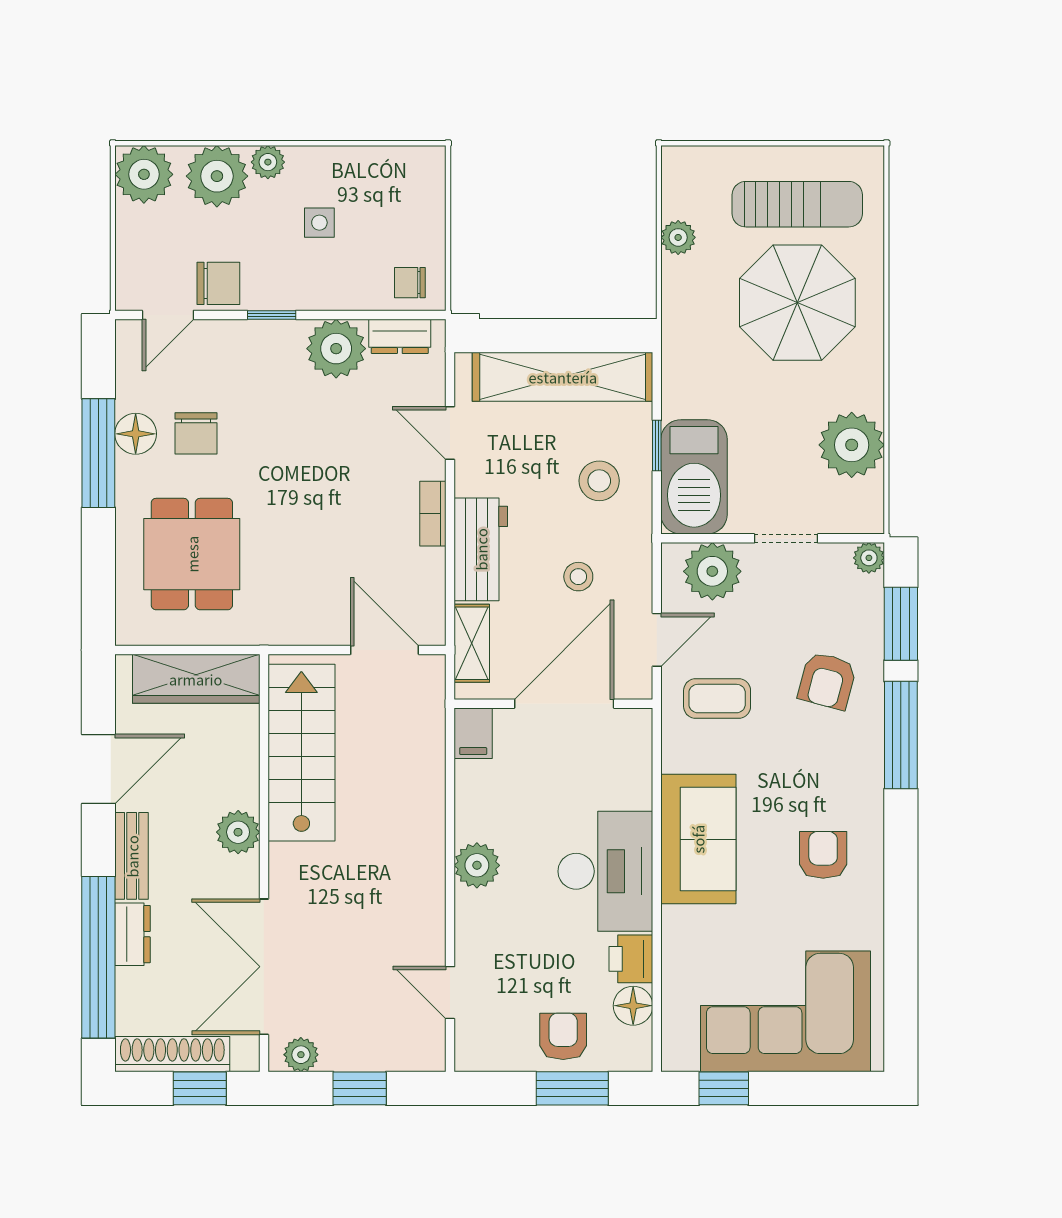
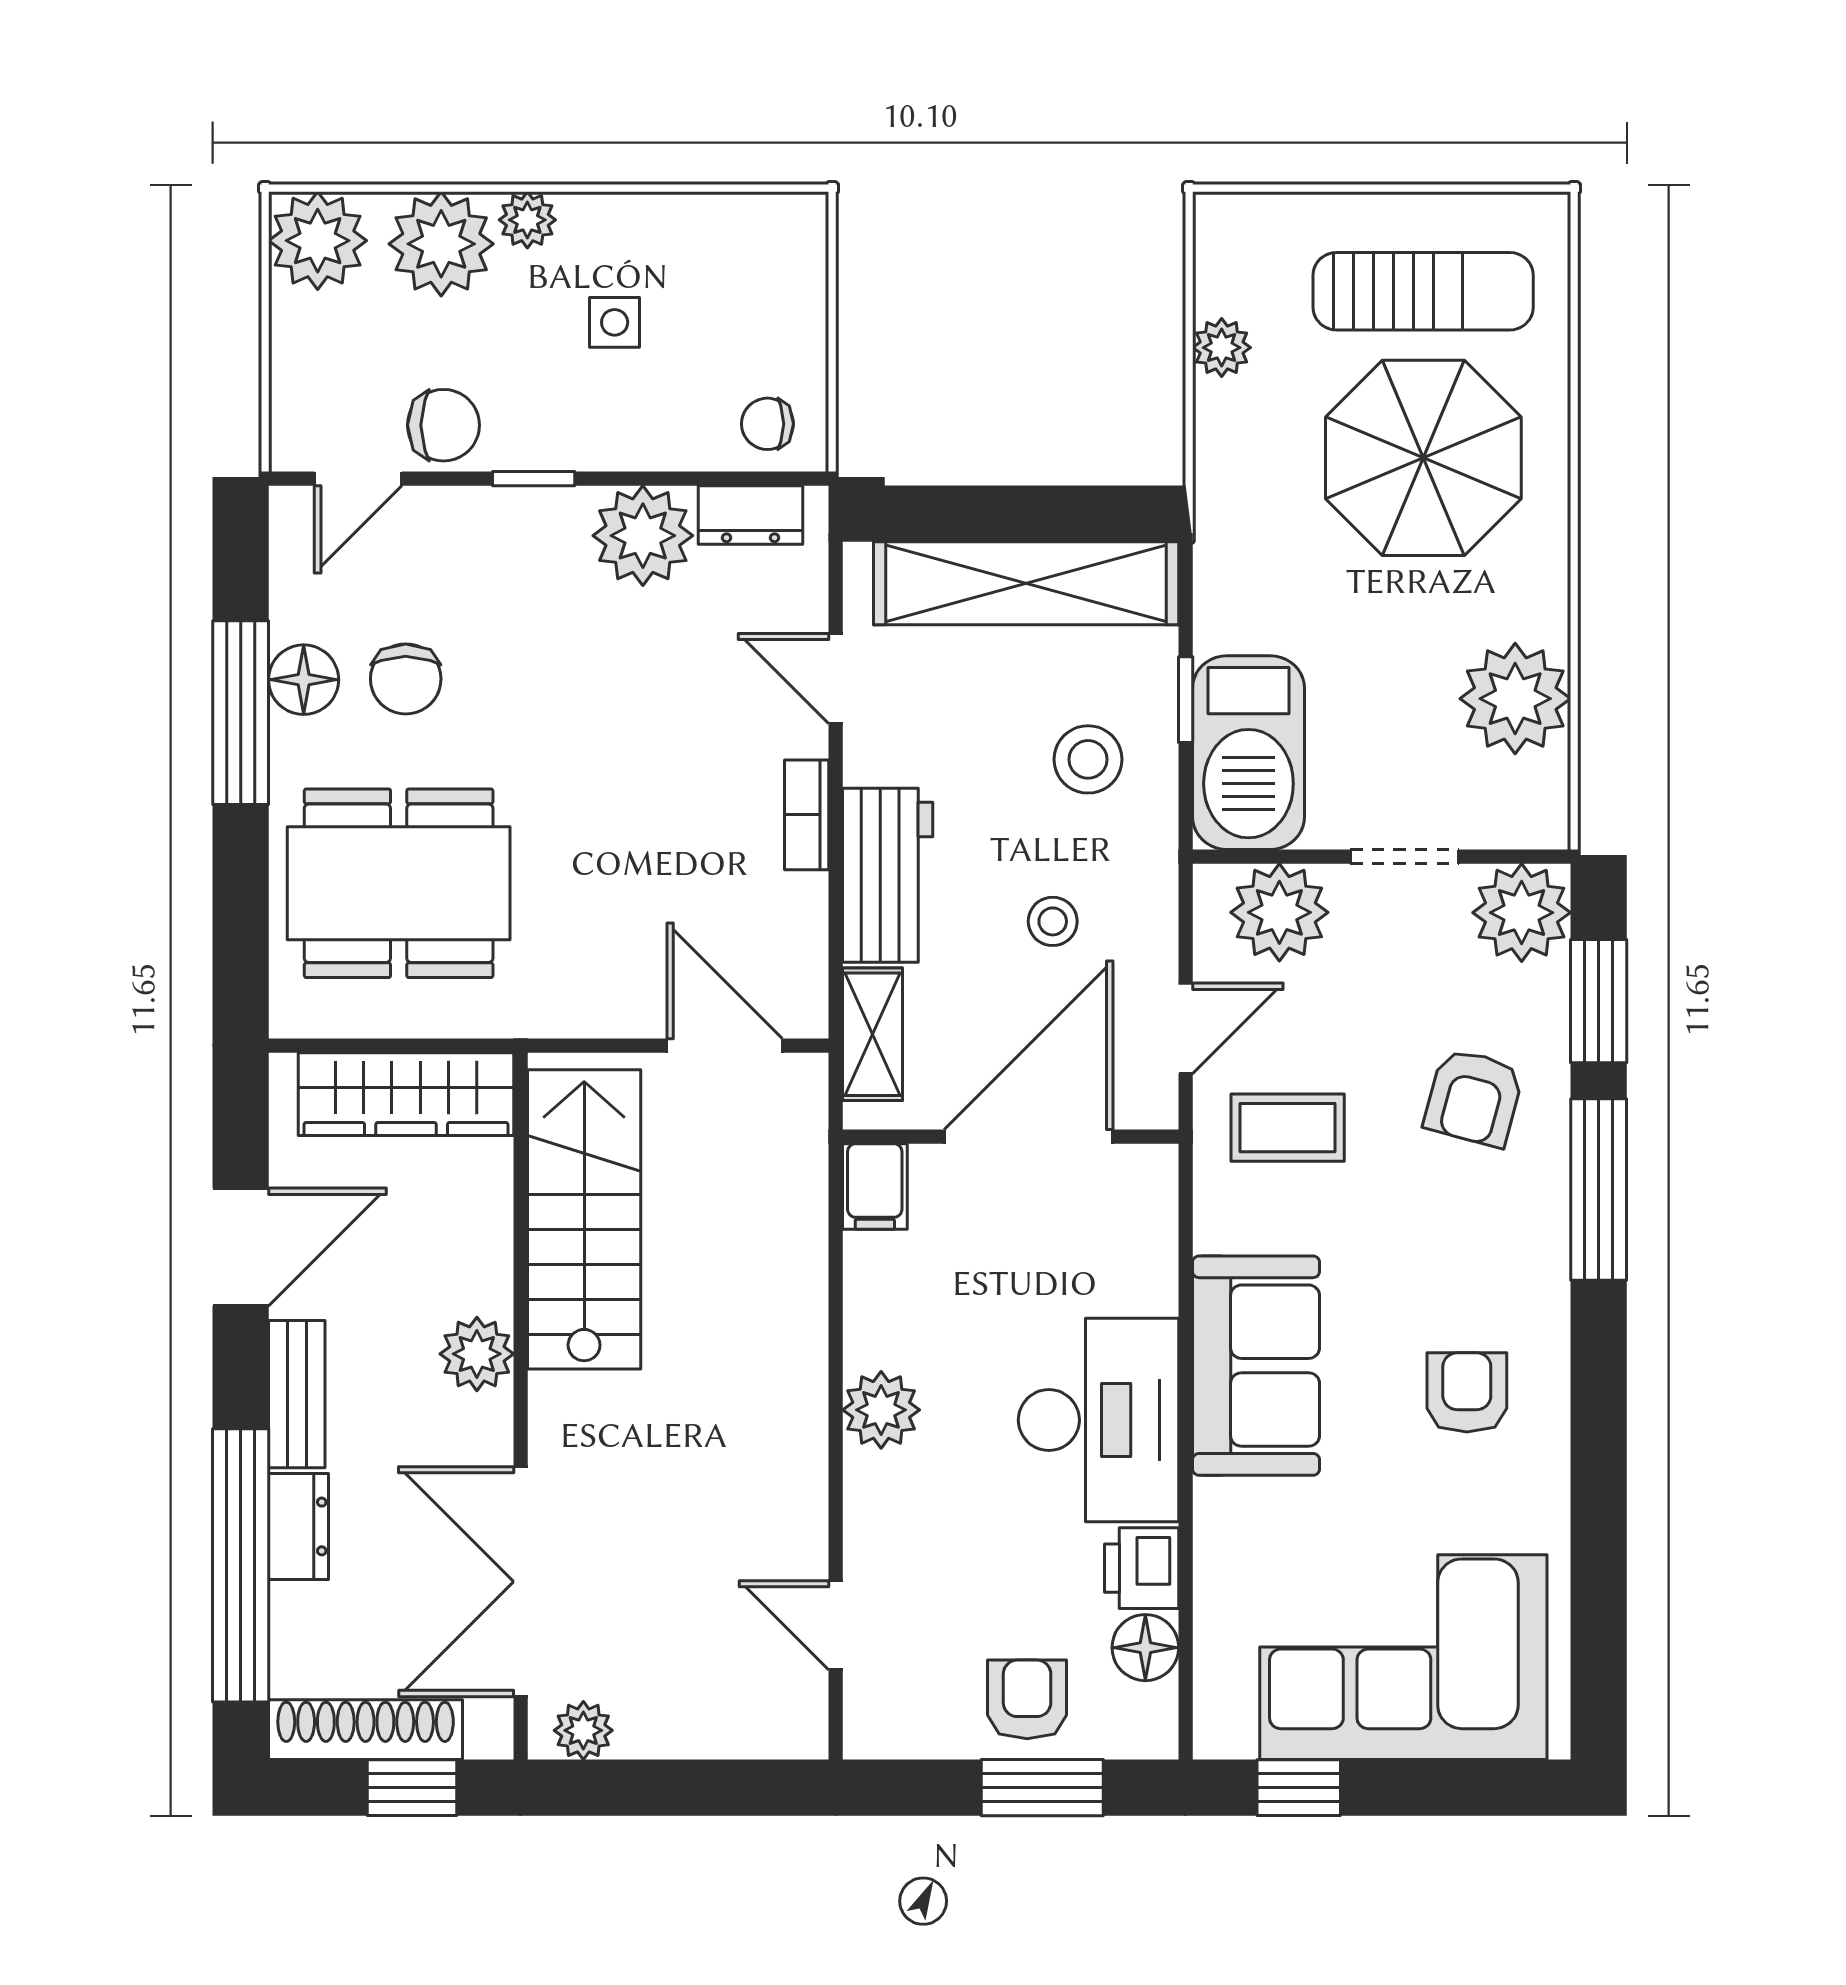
dining table: (192, 554) -> (399, 883), width x1.38
plant: (869, 558) -> (1522, 913), width x1.88, depth x1.88
window: (360, 1088) -> (683, 1788), removed

